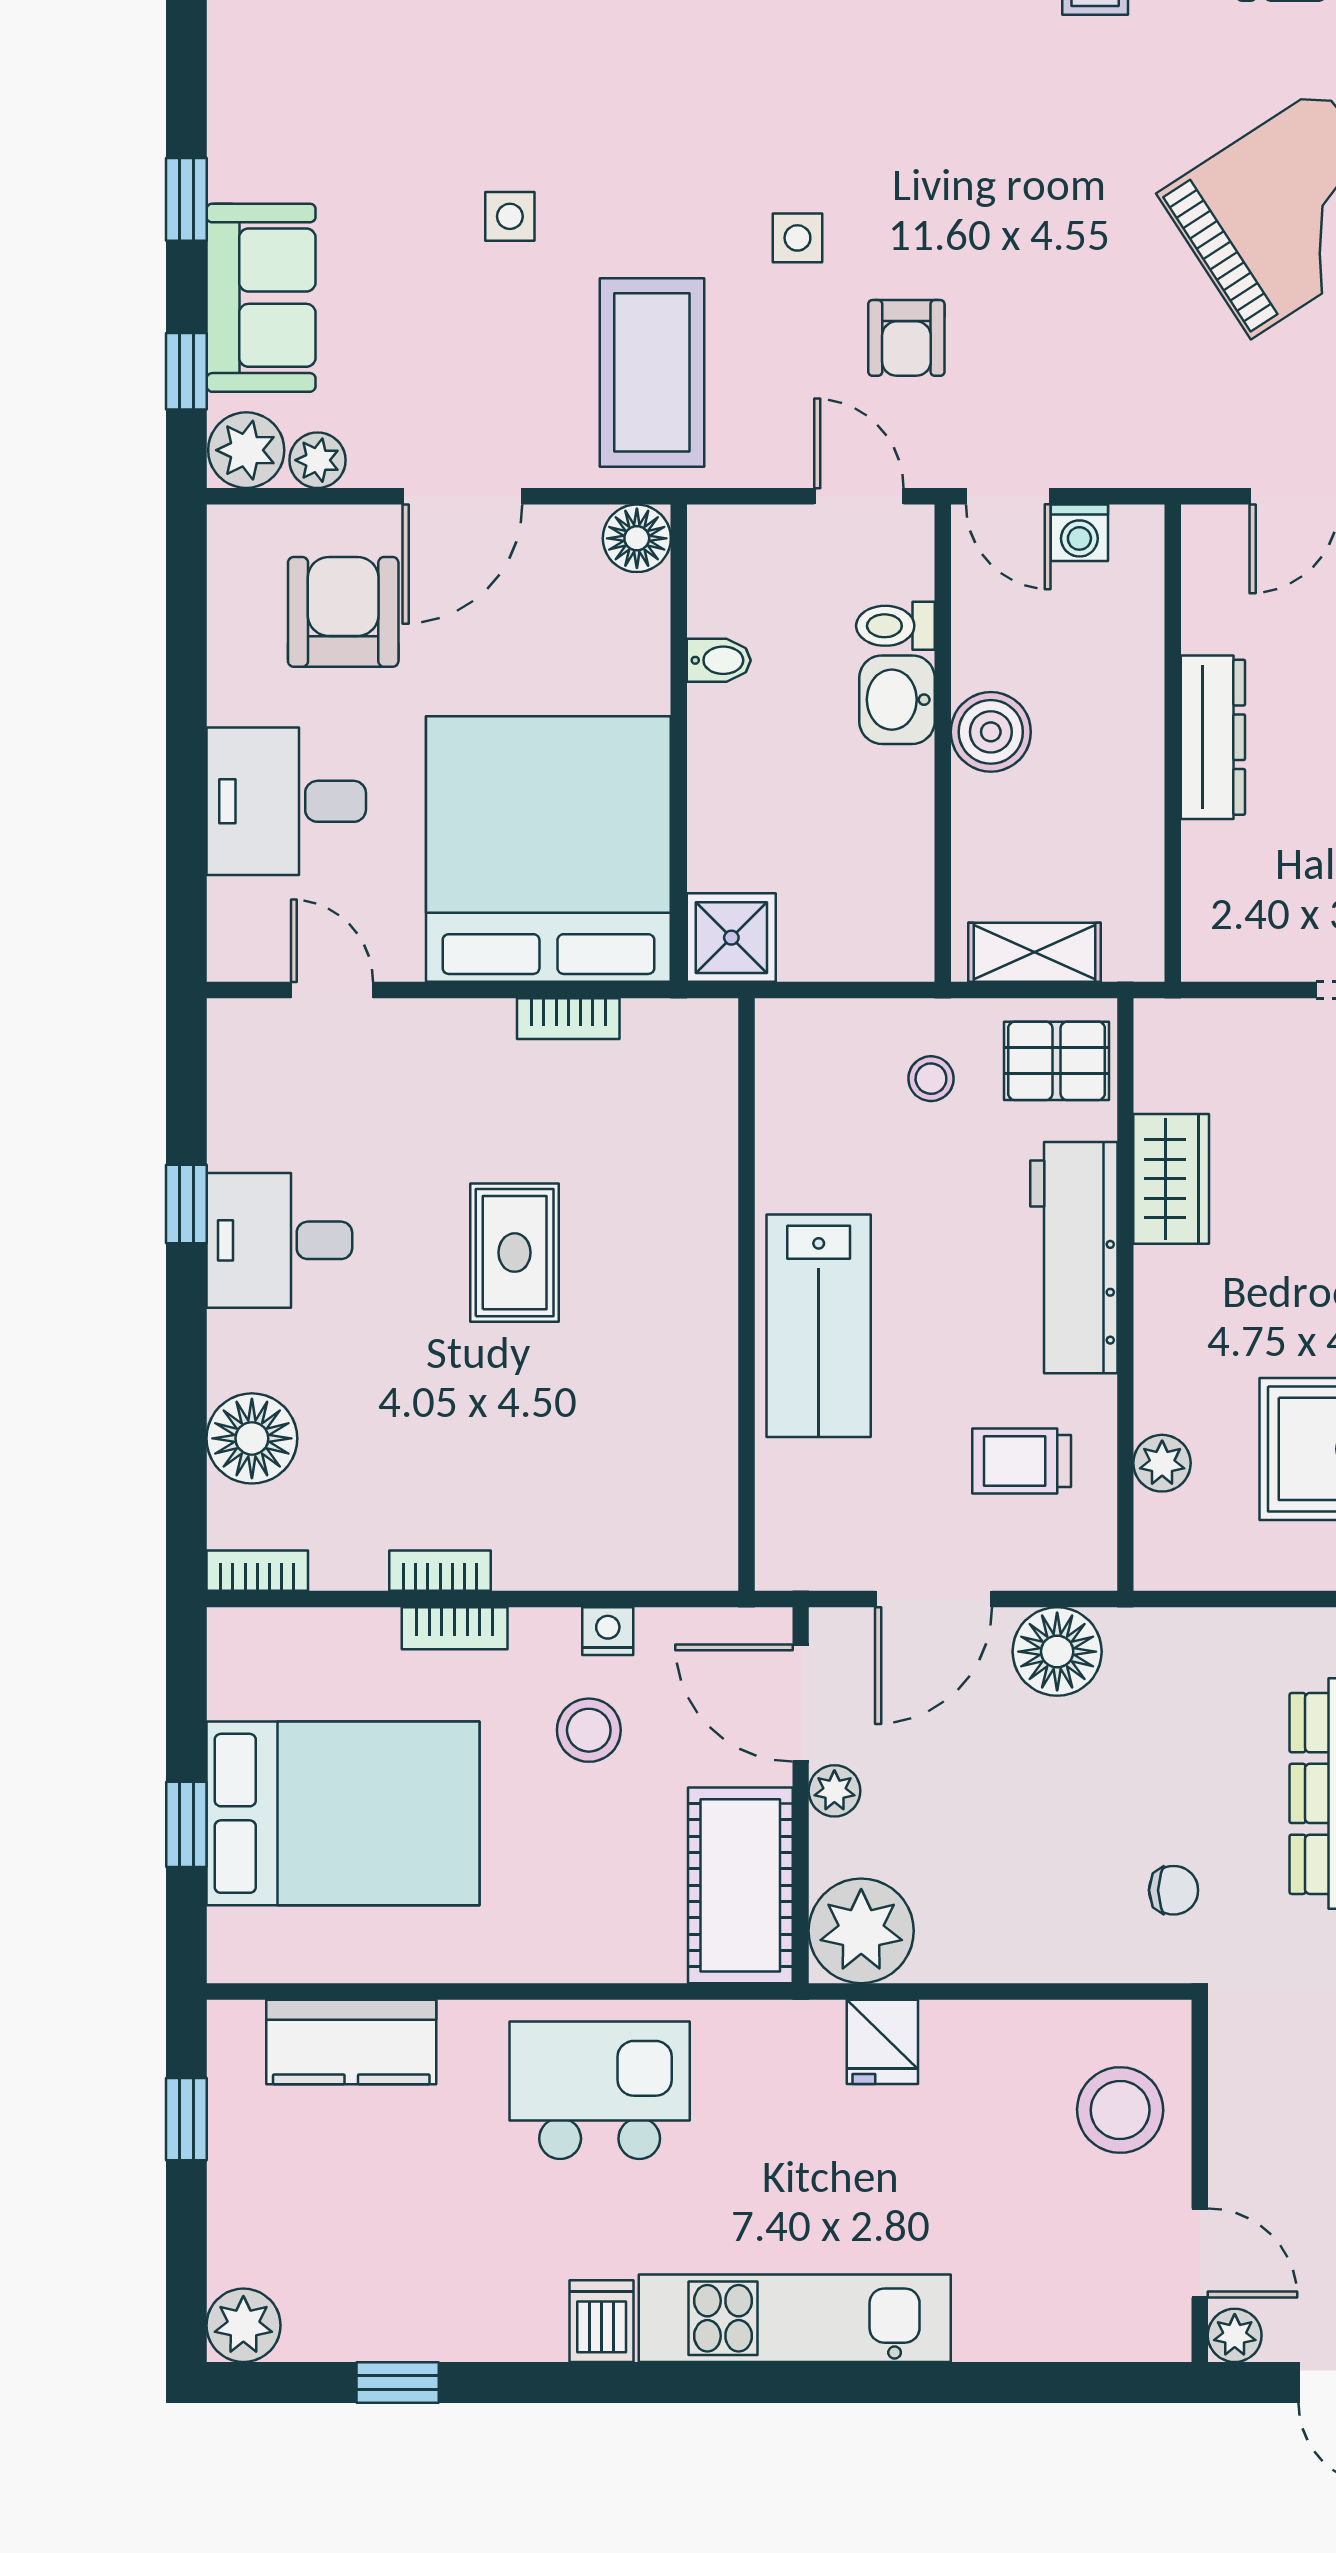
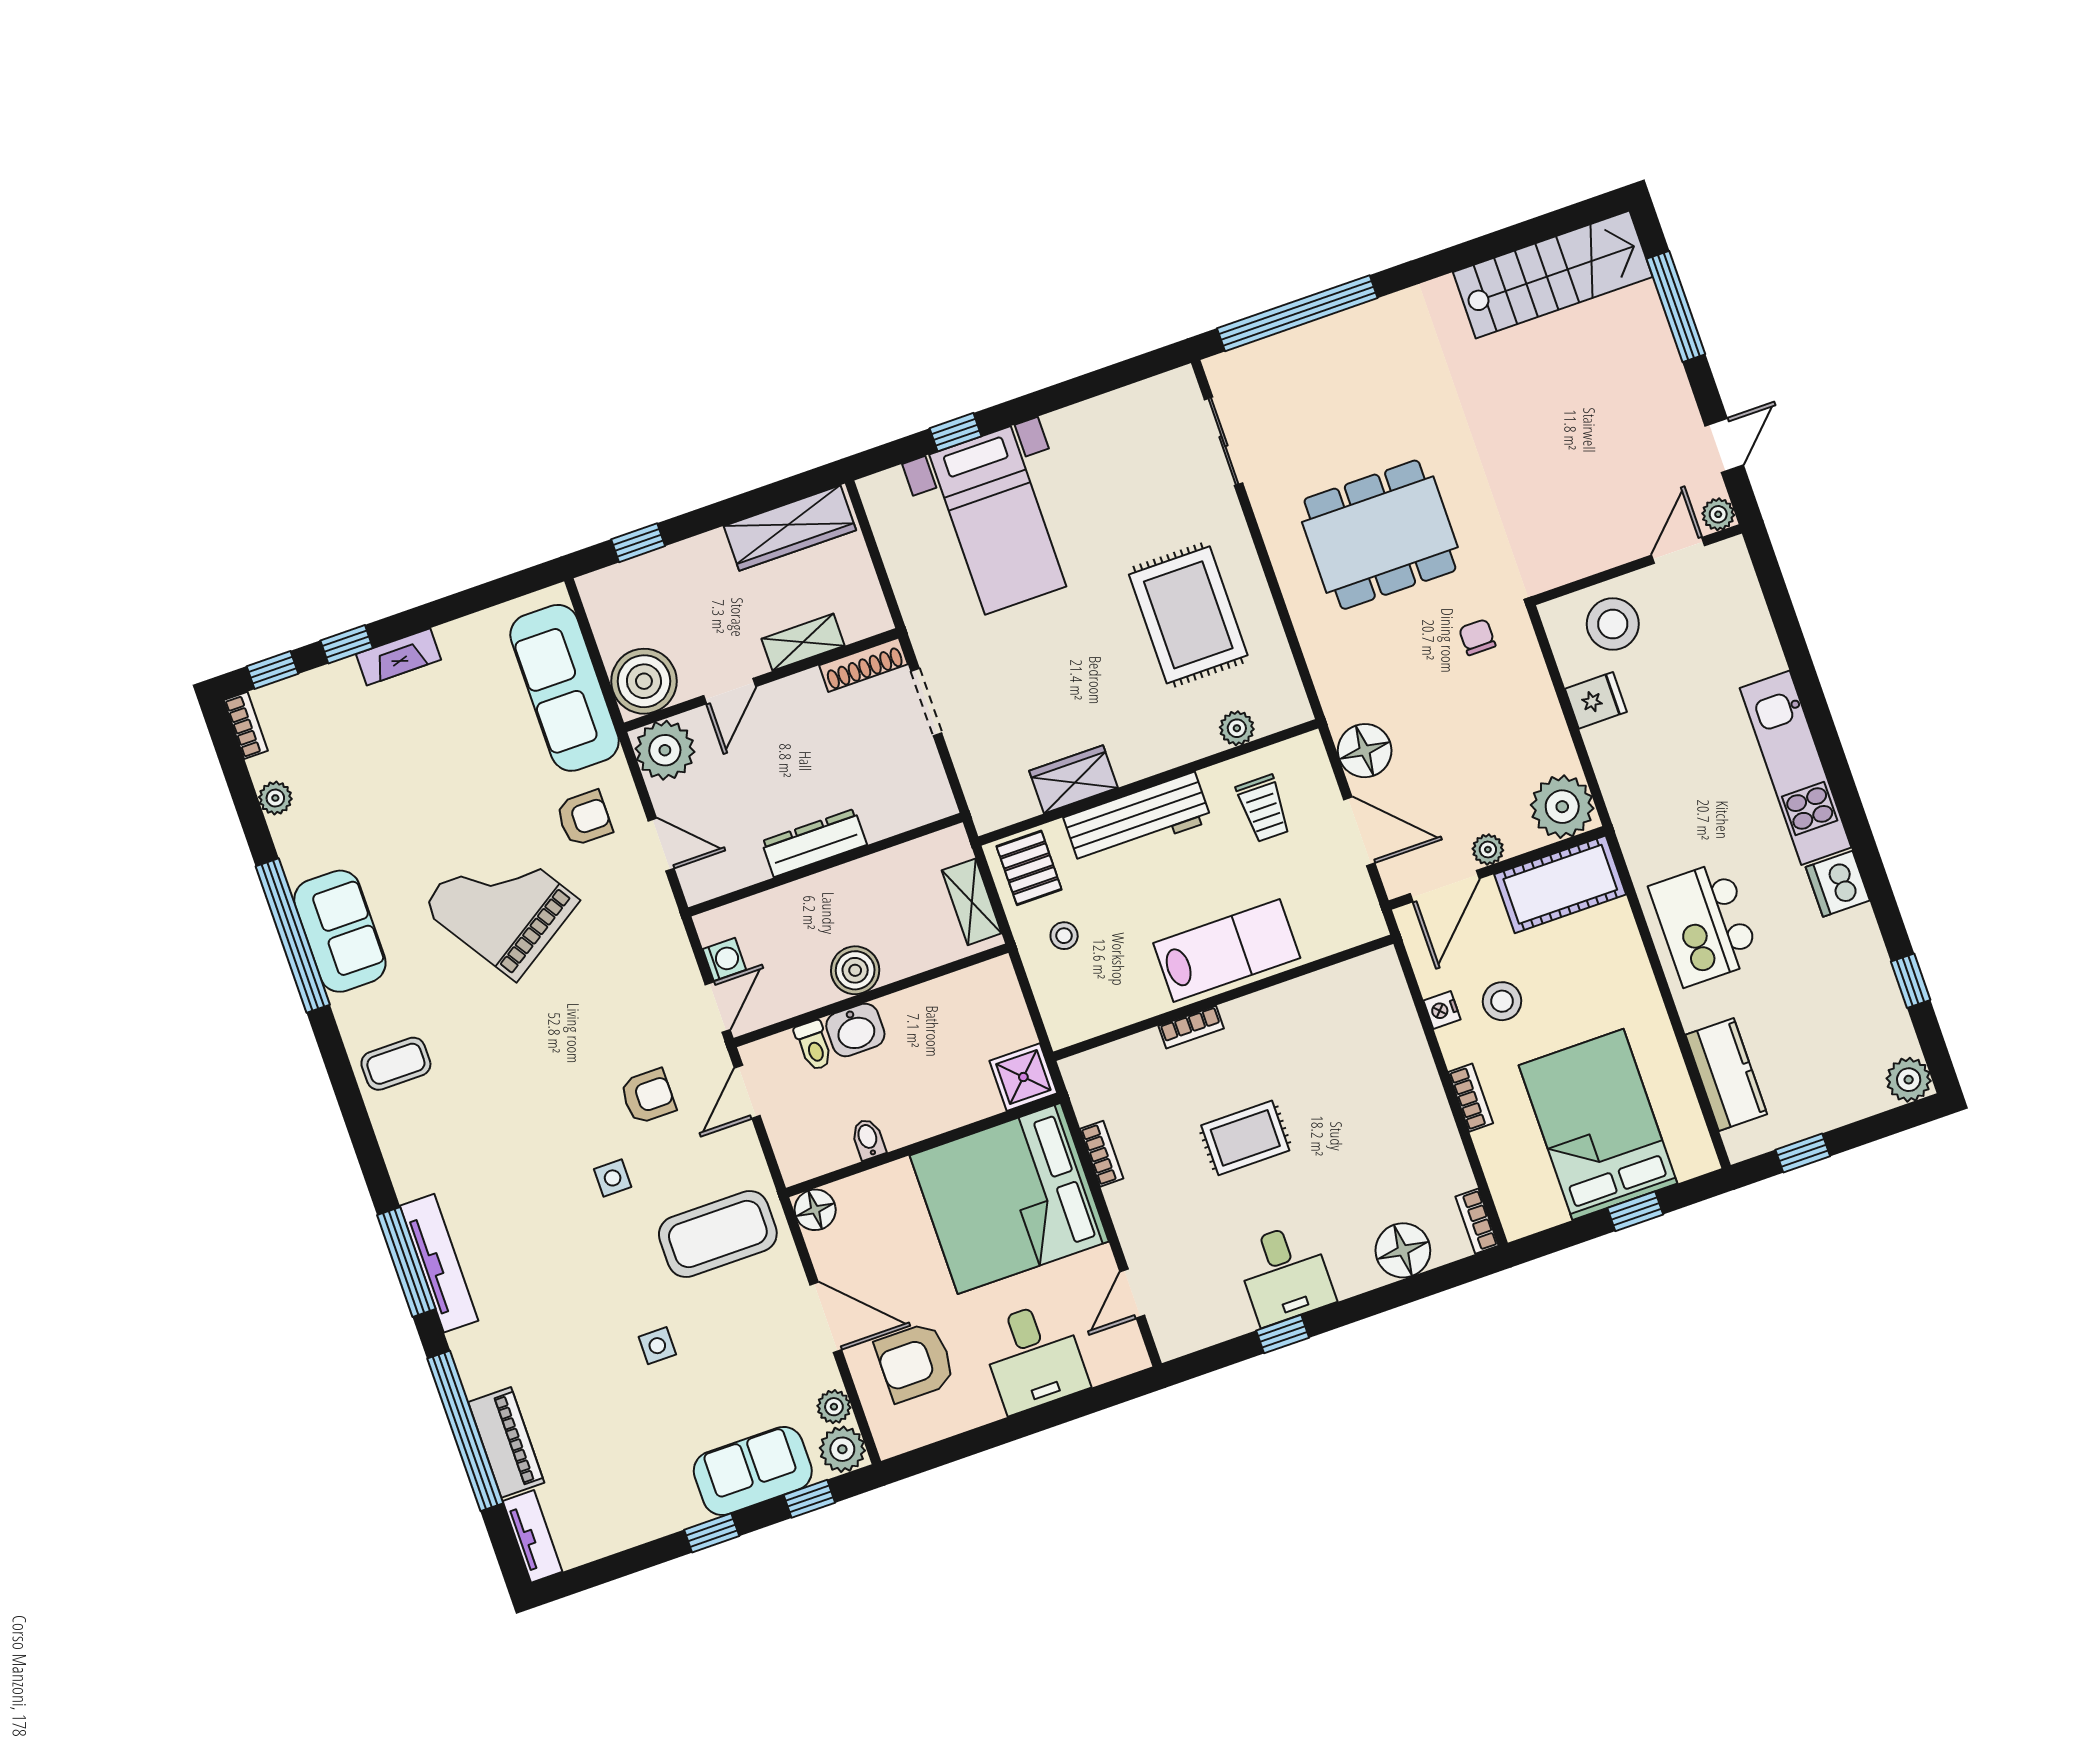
bookcase: (440, 1571) -> (1191, 1027), moved, turned -90
fridge: (882, 2042) -> (1596, 700), moved
dishwasher: (602, 2321) -> (1838, 884), width x1.38

